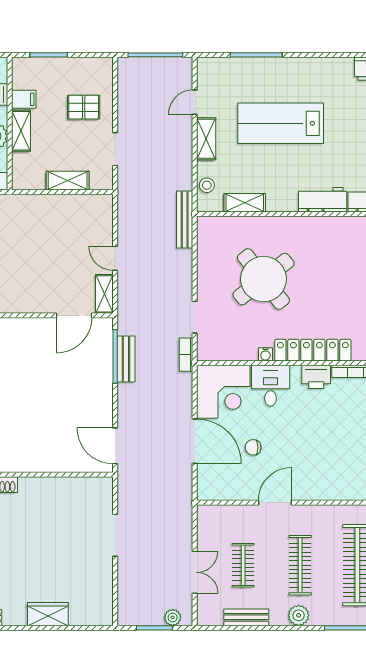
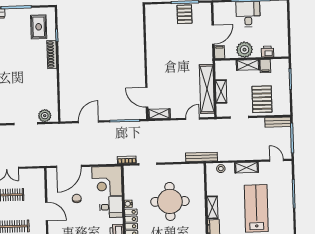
door: (195, 102) -> (277, 160), moved
pallet: (84, 107) -> (262, 99), width x1.50, depth x1.42
shelving: (245, 203) -> (212, 207), moved
shelving: (62, 206) -> (207, 89), added
door: (115, 258) -> (193, 119), moved
round table: (263, 279) -> (170, 201), turned 38
bench: (126, 359) -> (278, 122), moved
door: (195, 441) -> (69, 166), moved
door: (115, 446) -> (88, 122), moved
plant: (102, 501) -> (45, 116), added

